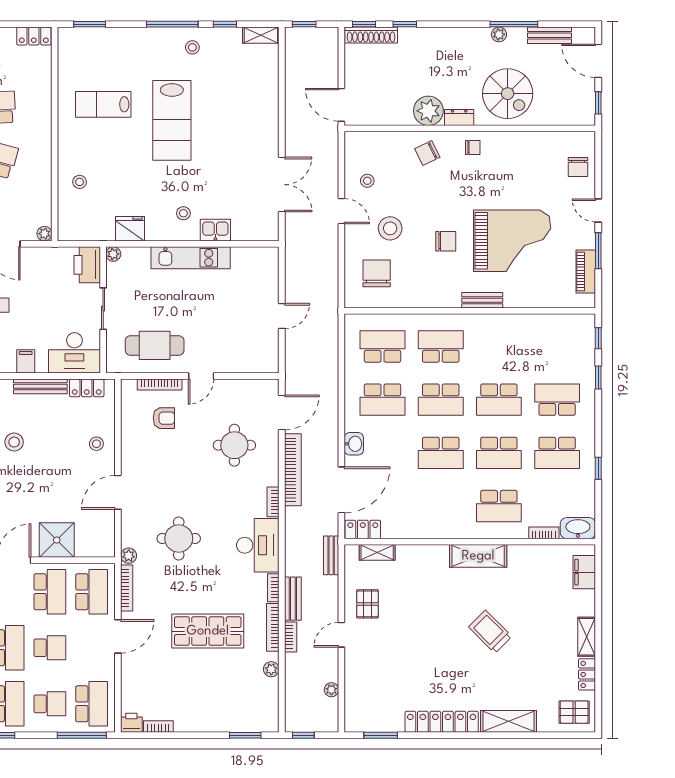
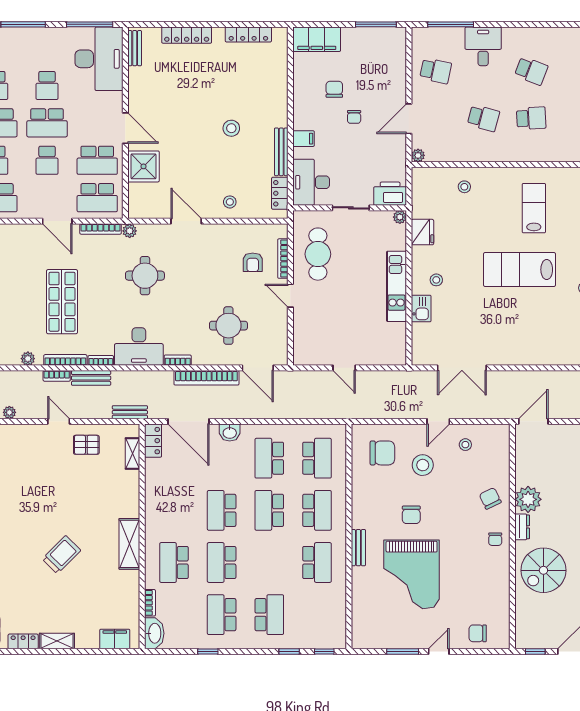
piano: (586, 272) -> (384, 640), removed
school desk: (499, 400) -> (317, 562), moved, turned 180

